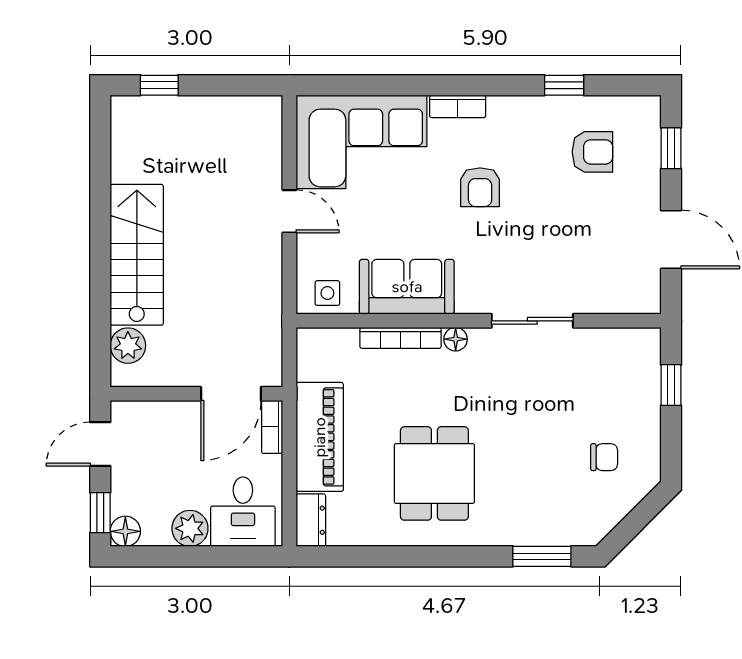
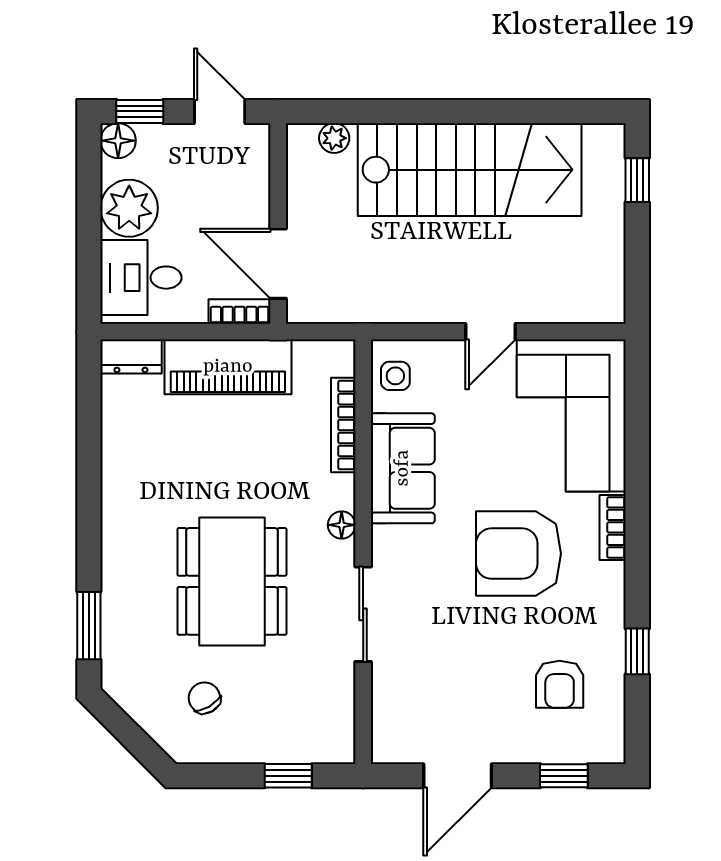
armchair: (480, 187) -> (519, 554), width x1.88, depth x1.88
stairs: (137, 255) -> (470, 170), width x1.36, depth x1.51
bookcase: (400, 338) -> (343, 425), moved
plant: (128, 346) -> (334, 138), width x0.73, depth x0.73
chair: (604, 457) -> (204, 698), turned 150
dining table: (434, 473) -> (232, 581), moved, width x1.38
plant: (190, 528) -> (129, 208), width x1.36, depth x1.36

